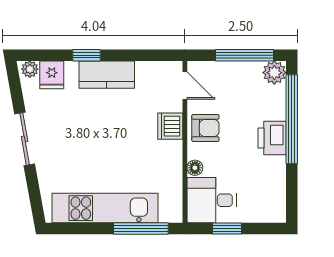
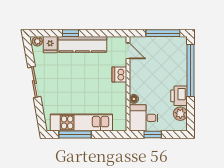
plant: (274, 73) -> (180, 114), moved
kitchen counter: (107, 75) -> (82, 44), width x1.50
armchair: (205, 128) -> (140, 76), removed
printer: (272, 138) -> (179, 96), moved
window: (141, 229) -> (75, 134), moved

